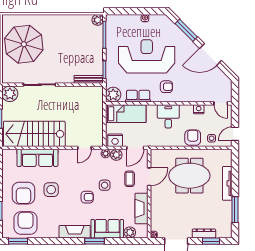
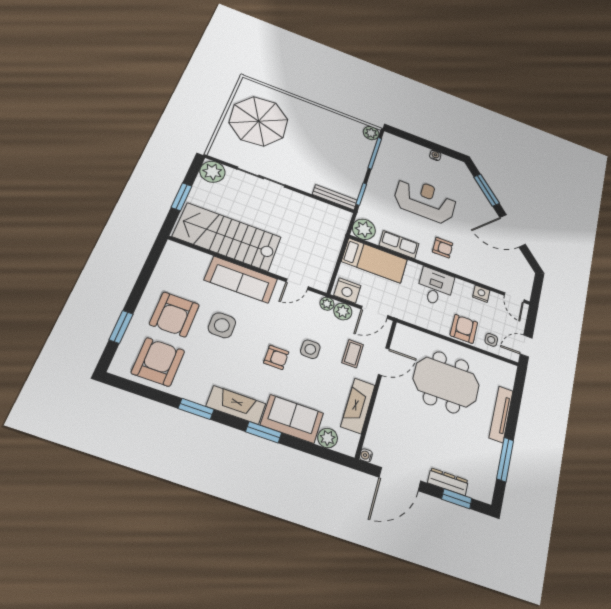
reception desk: (147, 56) -> (425, 200), width x0.74, depth x0.77
sofa: (37, 158) -> (241, 280), moved
window: (18, 241) -> (196, 409), moved

